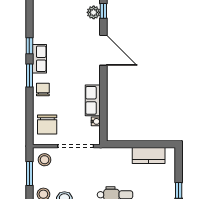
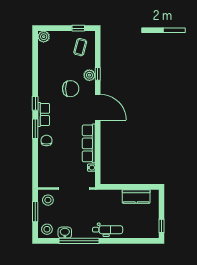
row of seats: (93, 100) -> (89, 143), width x1.48
chair: (47, 124) -> (71, 89), moved, turned -90

